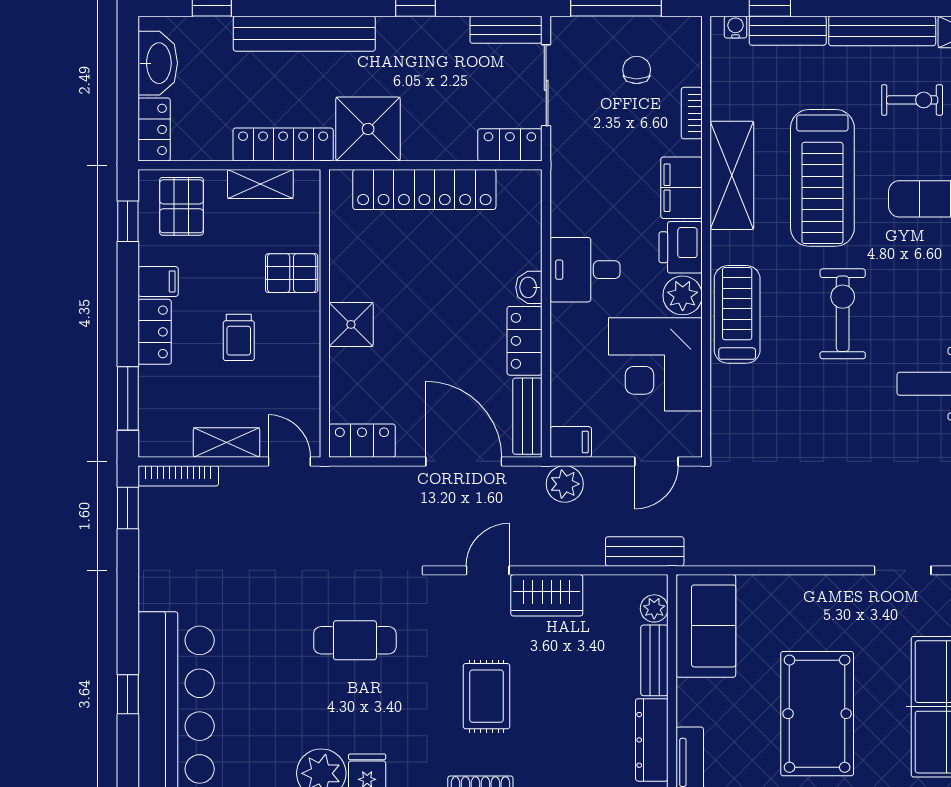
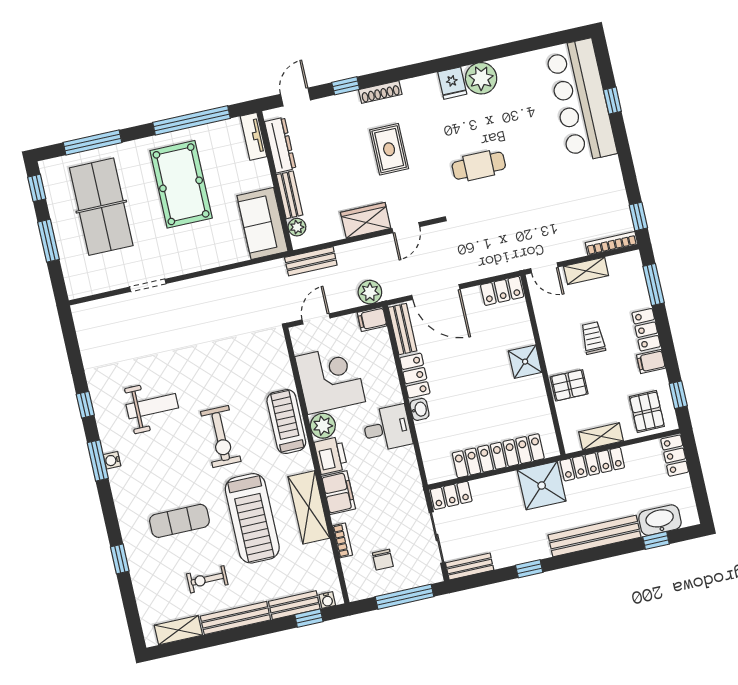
washbasin: (158, 63) -> (660, 520), moved, turned 90
treadmill: (822, 178) -> (252, 518), turned 180
treadmill: (737, 314) -> (286, 422), turned 180

